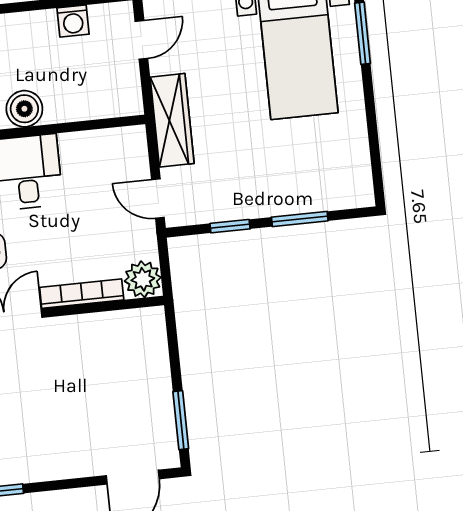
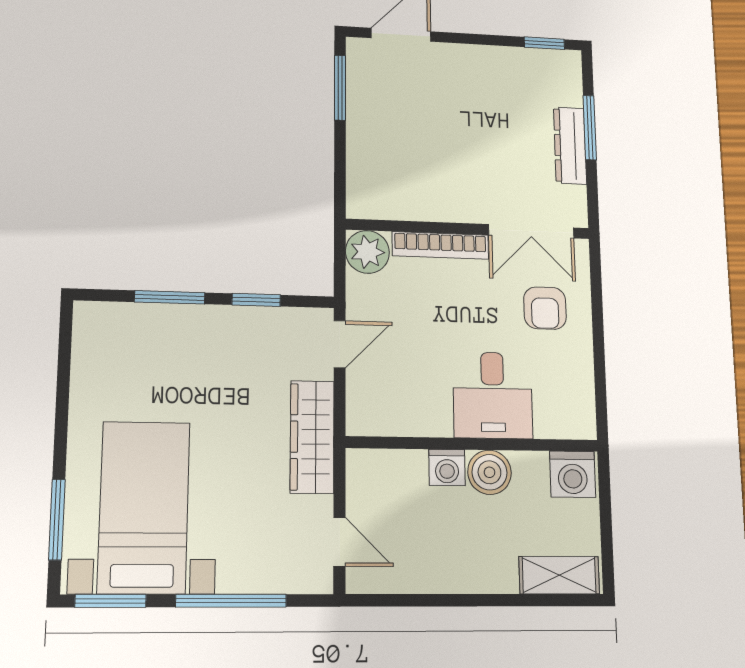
washing machine: (73, 21) -> (447, 468), moved, turned 180
door: (141, 40) -> (339, 542), swing flipped
door: (158, 198) -> (340, 344), hinge flipped

